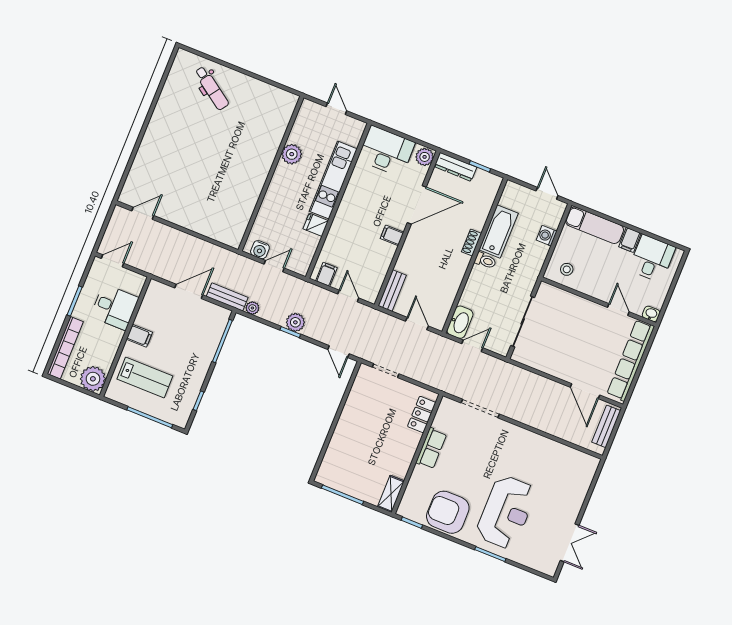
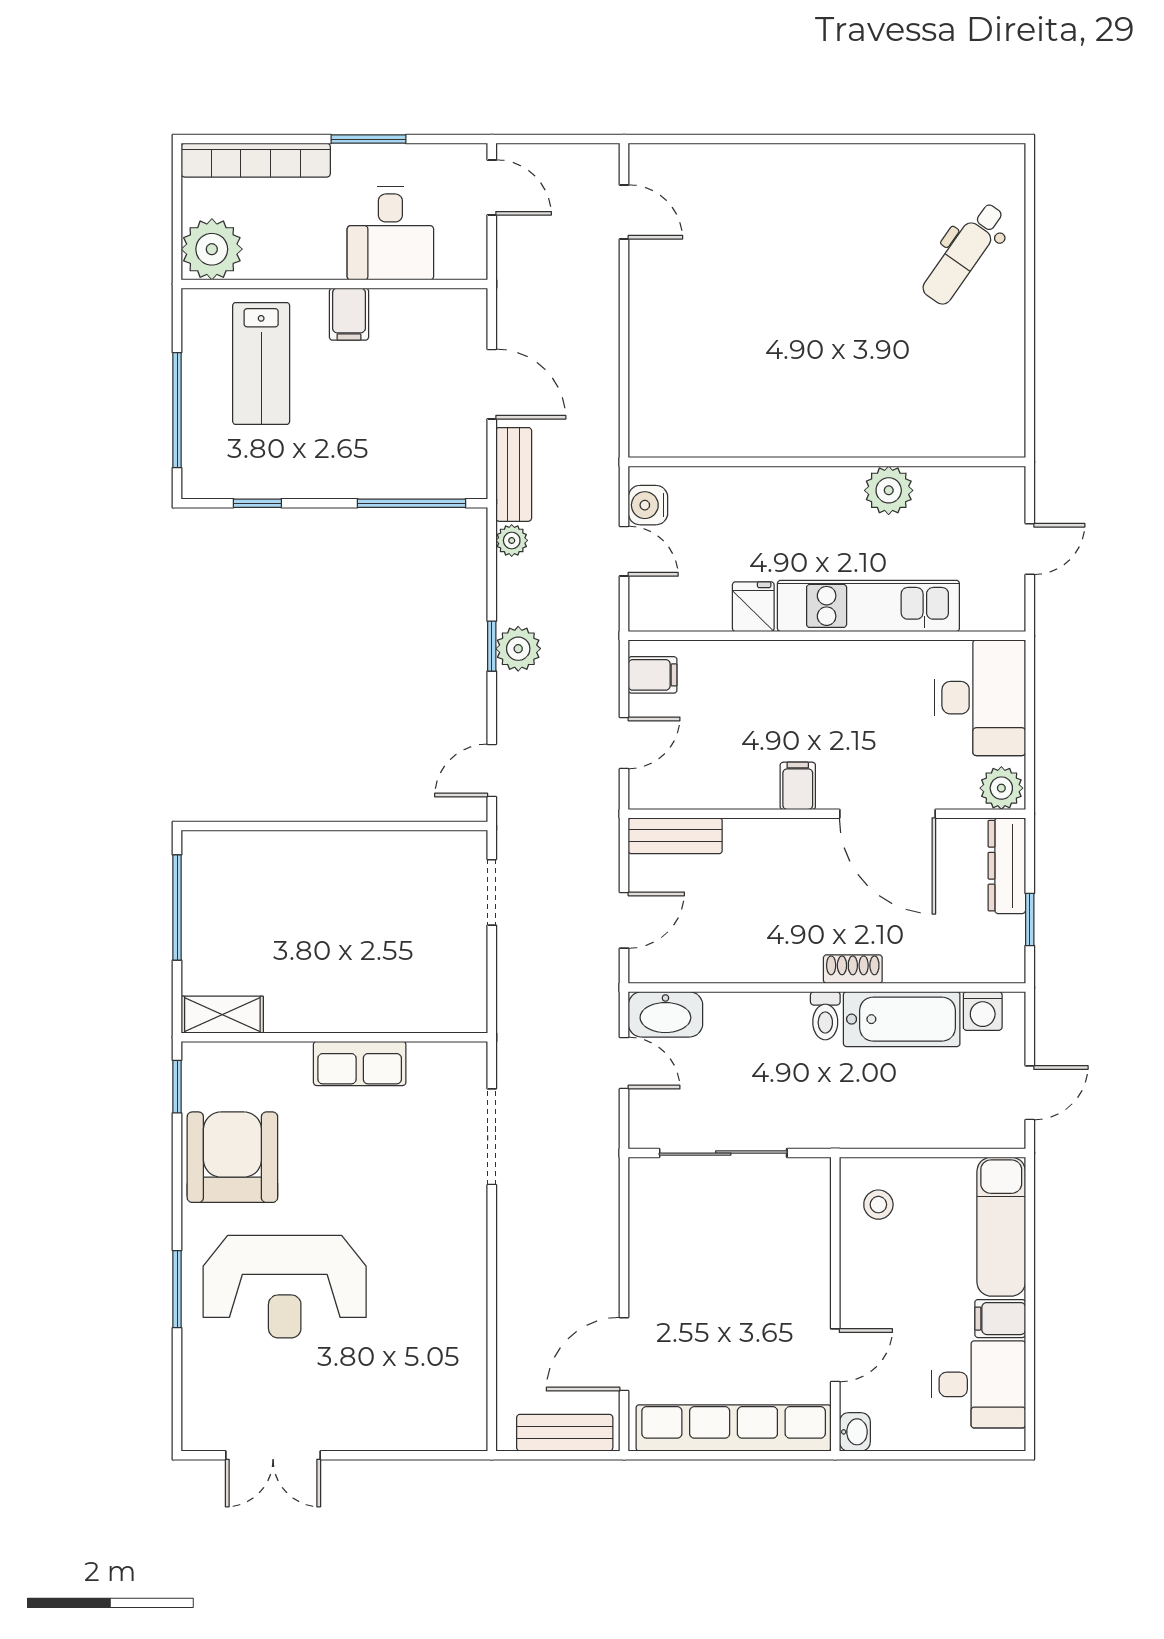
washing machine: (547, 236) -> (983, 1011), moved, turned 180
locker: (422, 415) -> (426, 1012), removed

